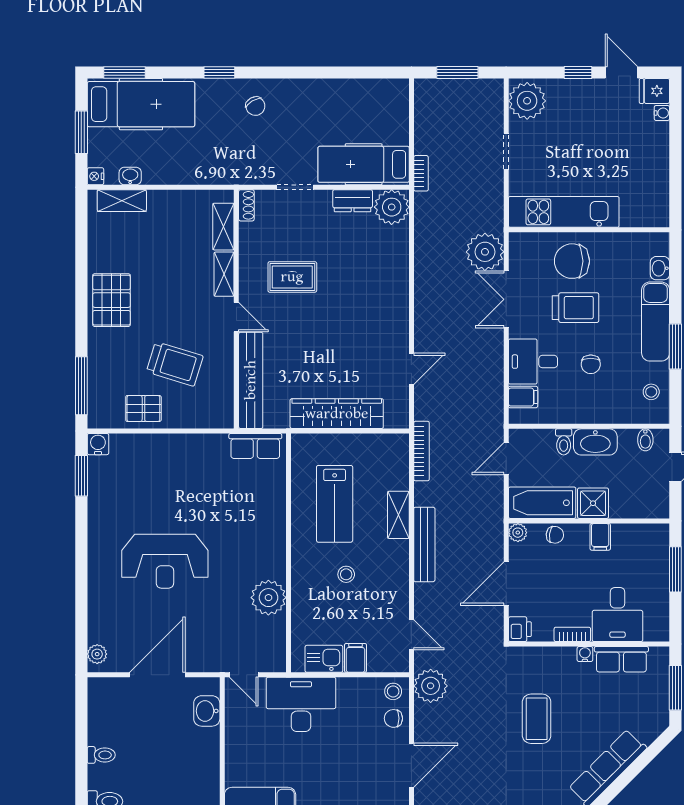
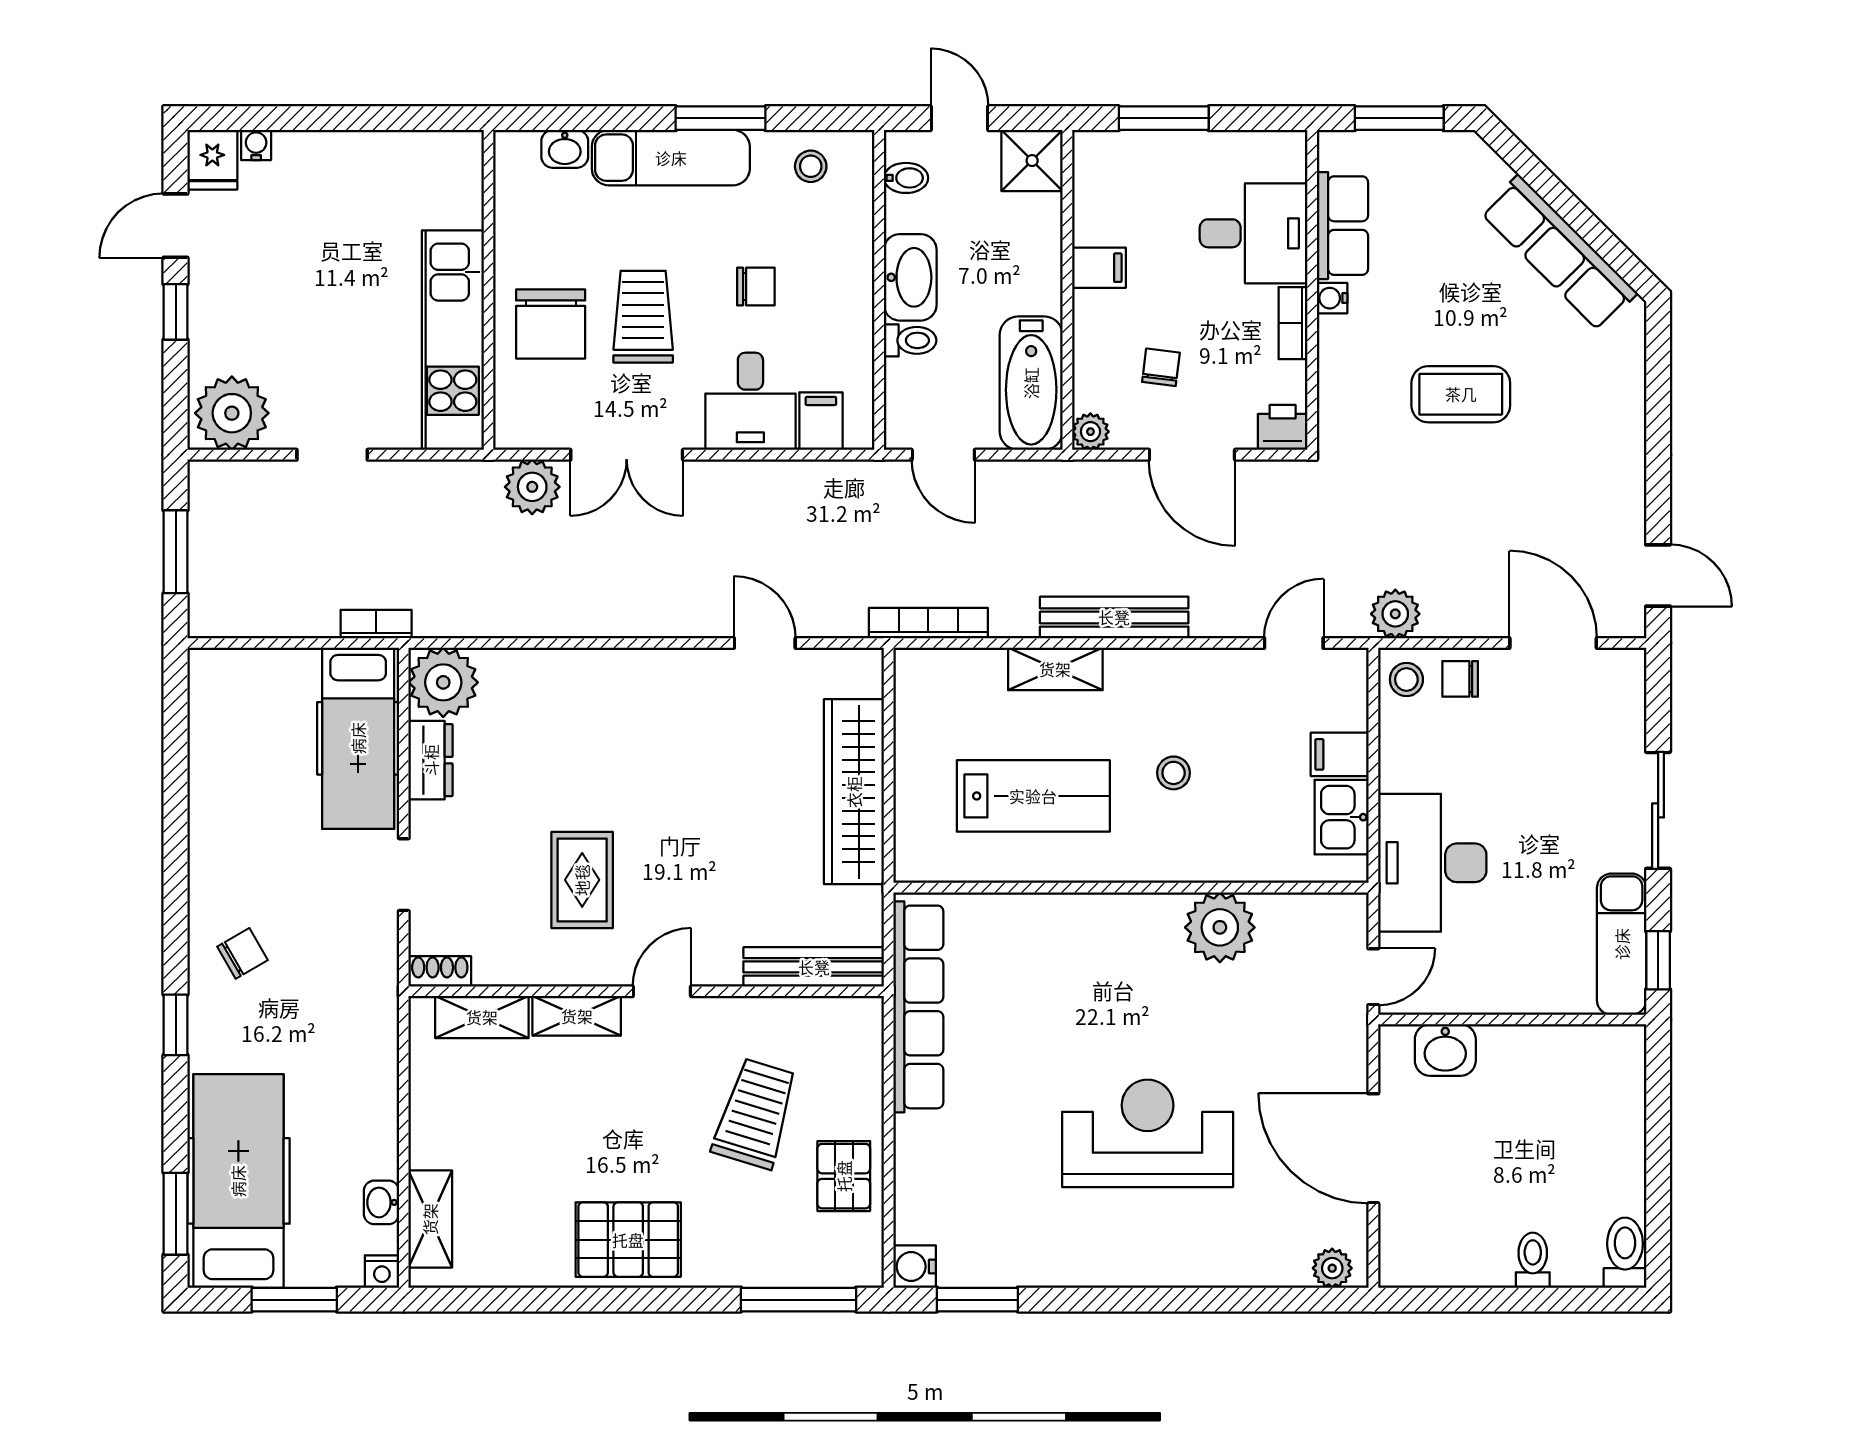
plant: (485, 252) -> (532, 487), width x0.73, depth x0.73
bench: (251, 380) -> (814, 967), width x0.73, depth x0.82
row of seats: (255, 446) -> (918, 1007), width x2.02
shower: (593, 503) -> (1032, 161), moved
chair: (555, 535) -> (1161, 367), moved
reception desk: (165, 561) -> (1148, 1133), turned -90
plant: (431, 686) -> (1395, 614), width x0.73, depth x0.73
chair: (393, 718) -> (1460, 679), turned 90

